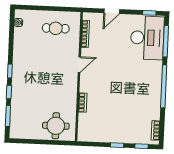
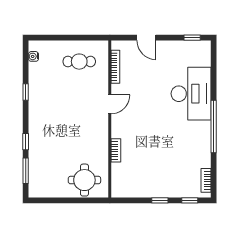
door: (112, 11) -> (146, 38), hinge flipped
desk: (147, 38) -> (191, 94), moved
window: (166, 41) -> (214, 71), removed
window: (10, 71) -> (26, 92), moved

